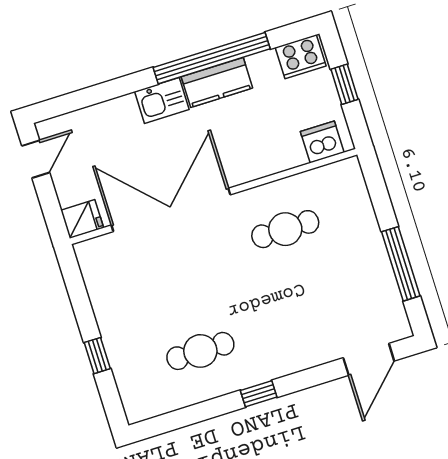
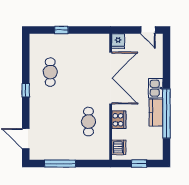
cooker: (301, 57) -> (119, 120), moved, turned 180

